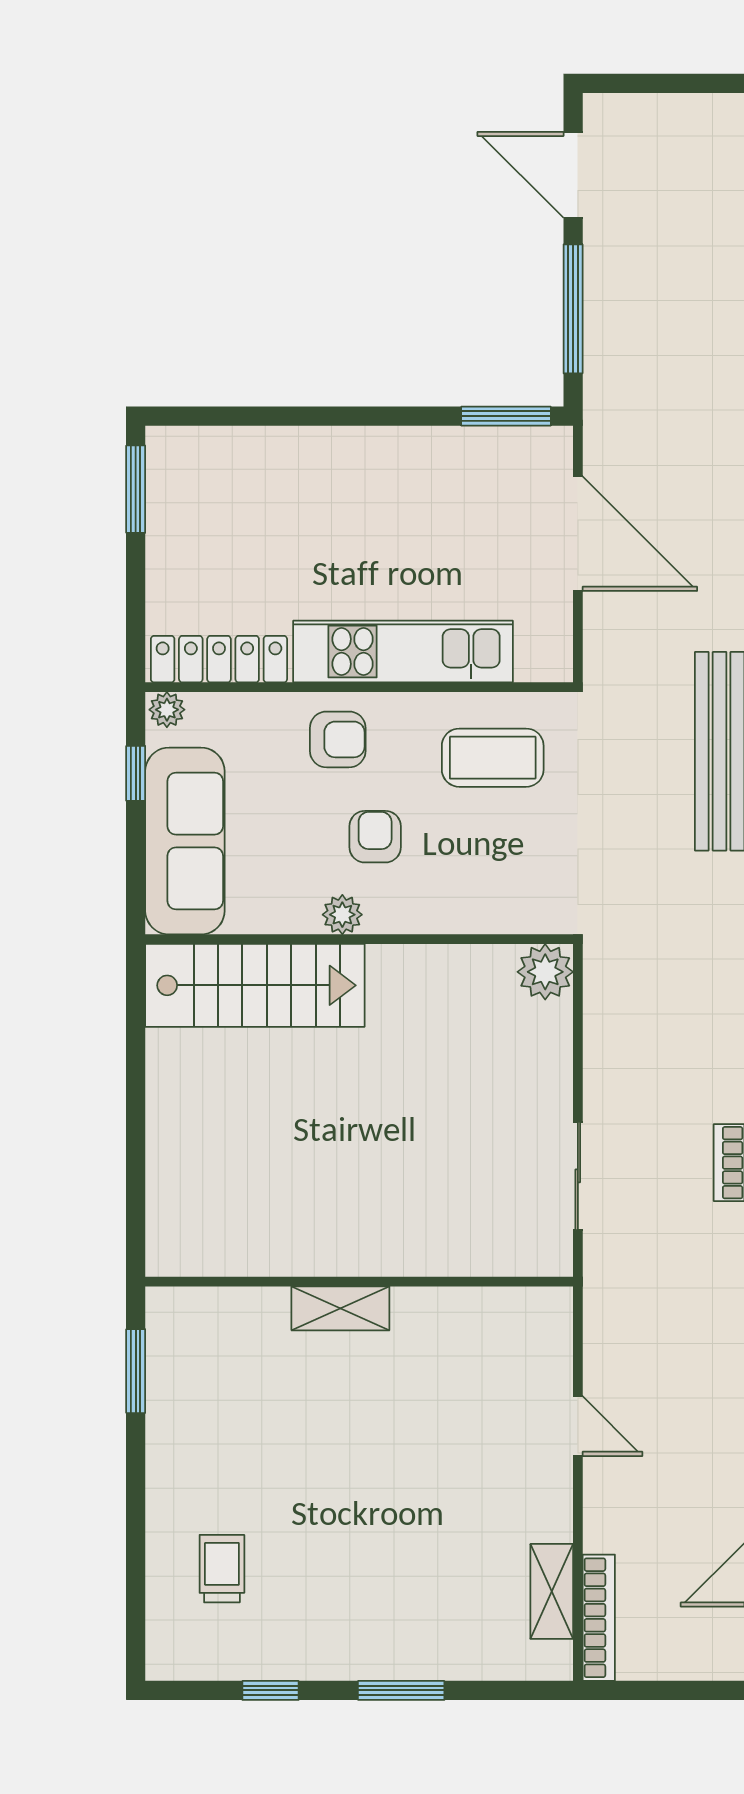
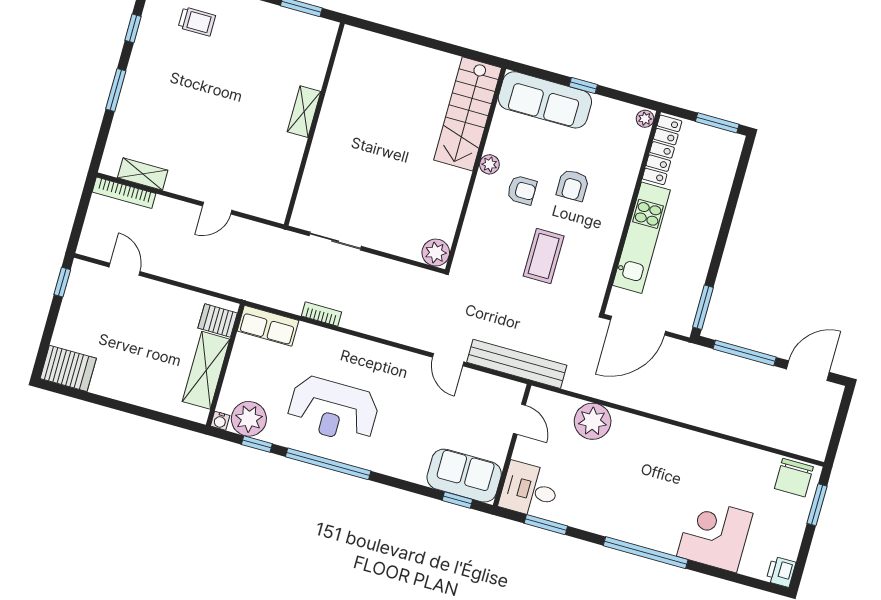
kitchen unit: (403, 651) -> (641, 238), moved
locker: (219, 659) -> (662, 150), moved
wall: (359, 687) -> (630, 212), moved
plant: (167, 710) -> (645, 119), moved

